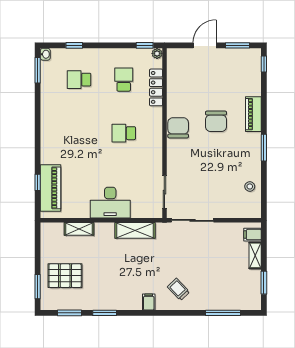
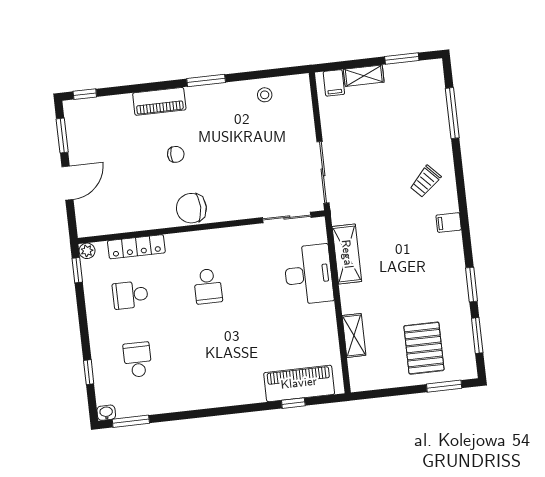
door: (205, 45) -> (67, 183), swing flipped
school desk: (79, 80) -> (138, 360), turned 180
chair: (216, 121) -> (176, 154), width x0.54, depth x0.54
desk: (110, 203) -> (309, 275), moved

